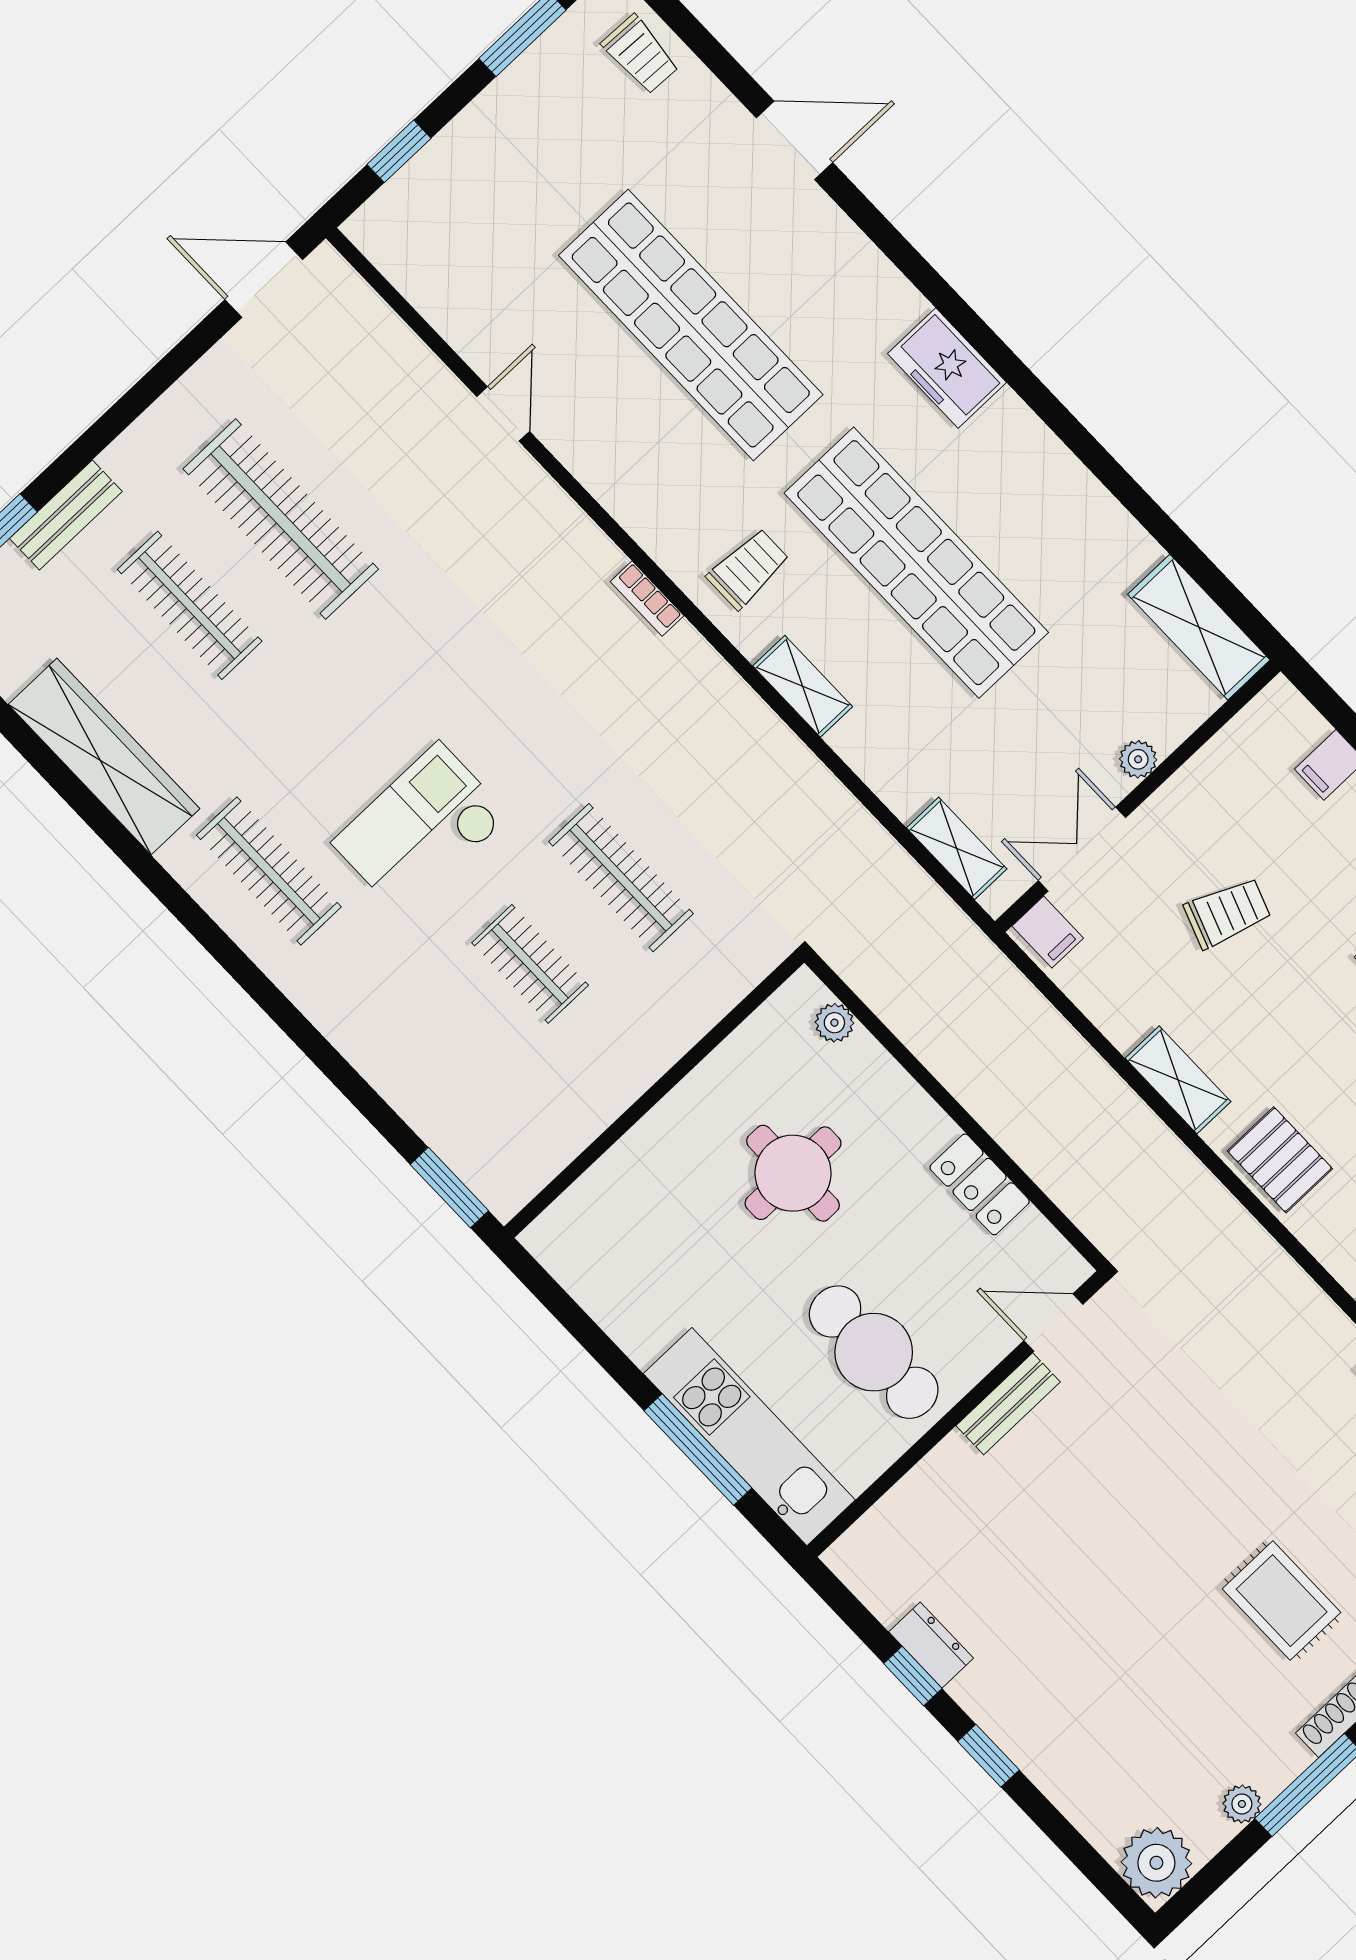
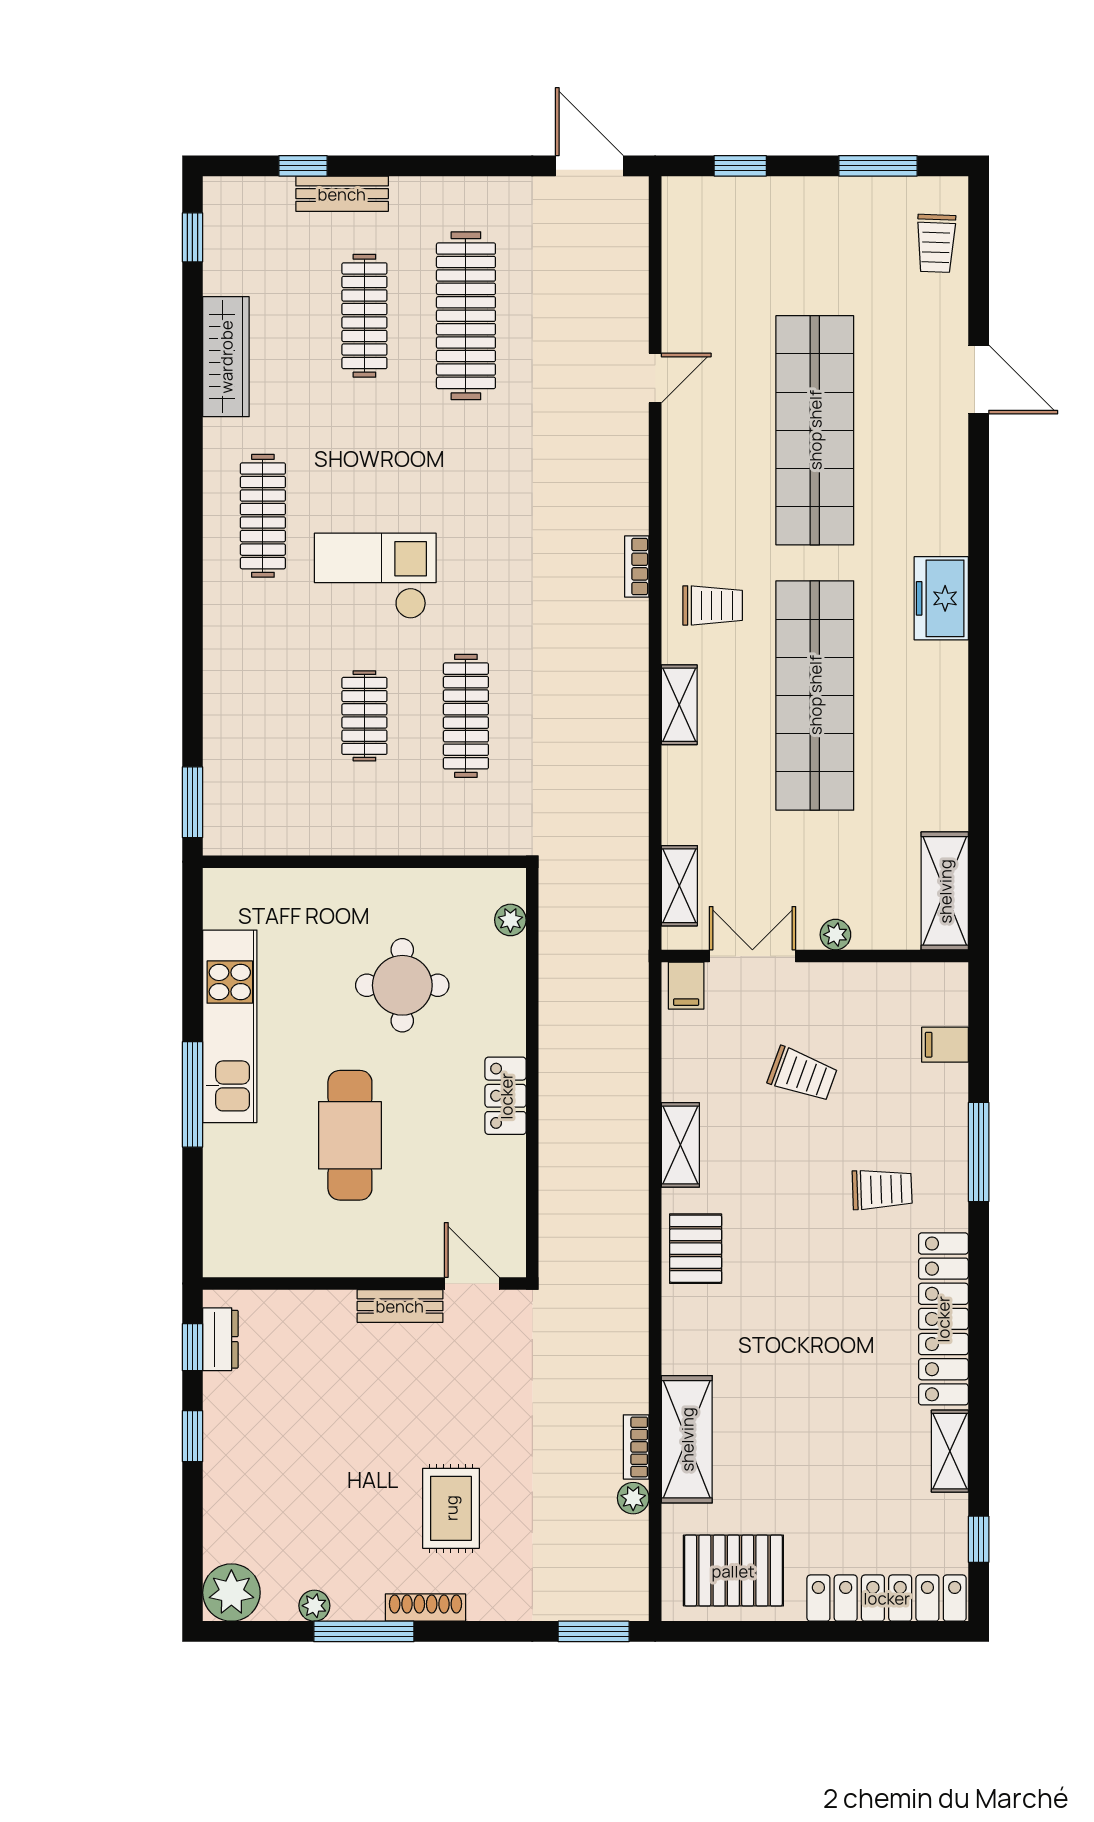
wardrobe: (104, 756) -> (226, 357), width x0.71, depth x0.85
door: (1053, 1323) -> (472, 1283), moved
bench: (1008, 1404) -> (400, 1306), moved
wall: (957, 1414) -> (364, 1283), moved
kitchen unit: (749, 1437) -> (230, 1026), moved

